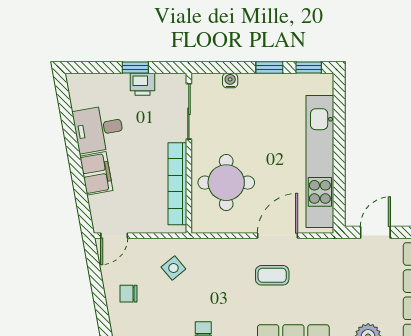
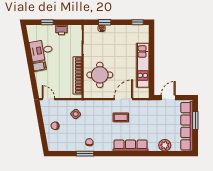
window: (135, 68) -> (47, 22), moved
window: (269, 68) -> (105, 22), moved
kitchen unit: (320, 162) -> (143, 65), width x0.73
filing cabinet: (96, 173) -> (39, 66), width x0.50
door: (114, 236) -> (48, 99), swing flipped

